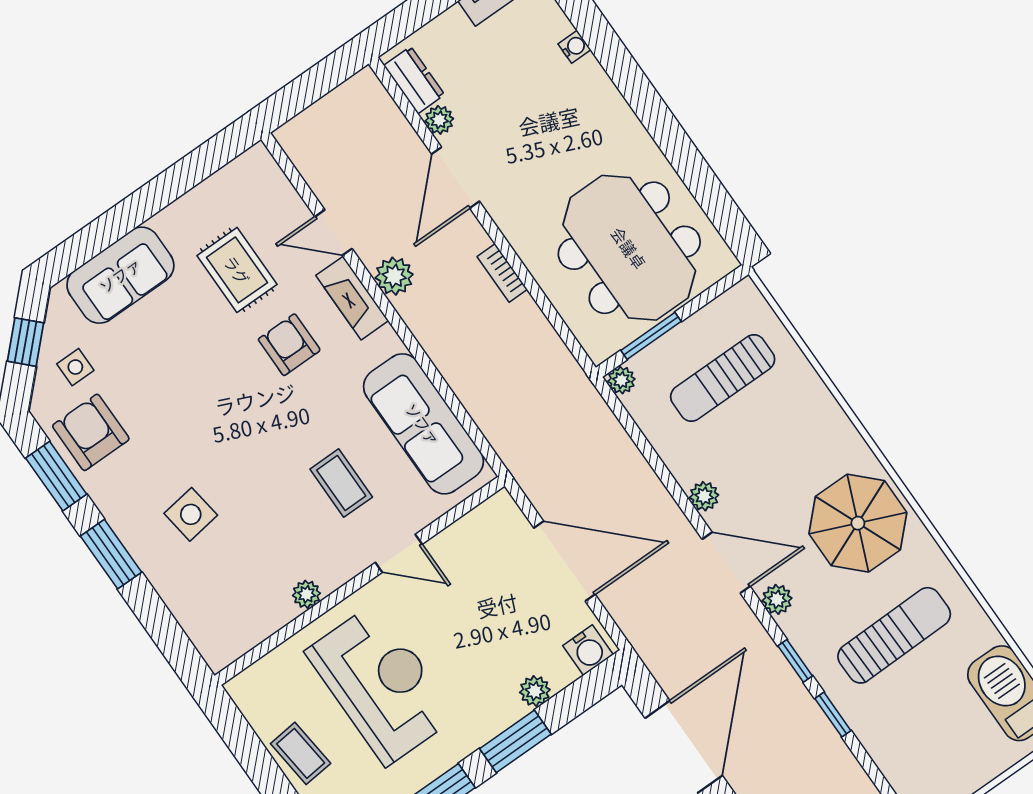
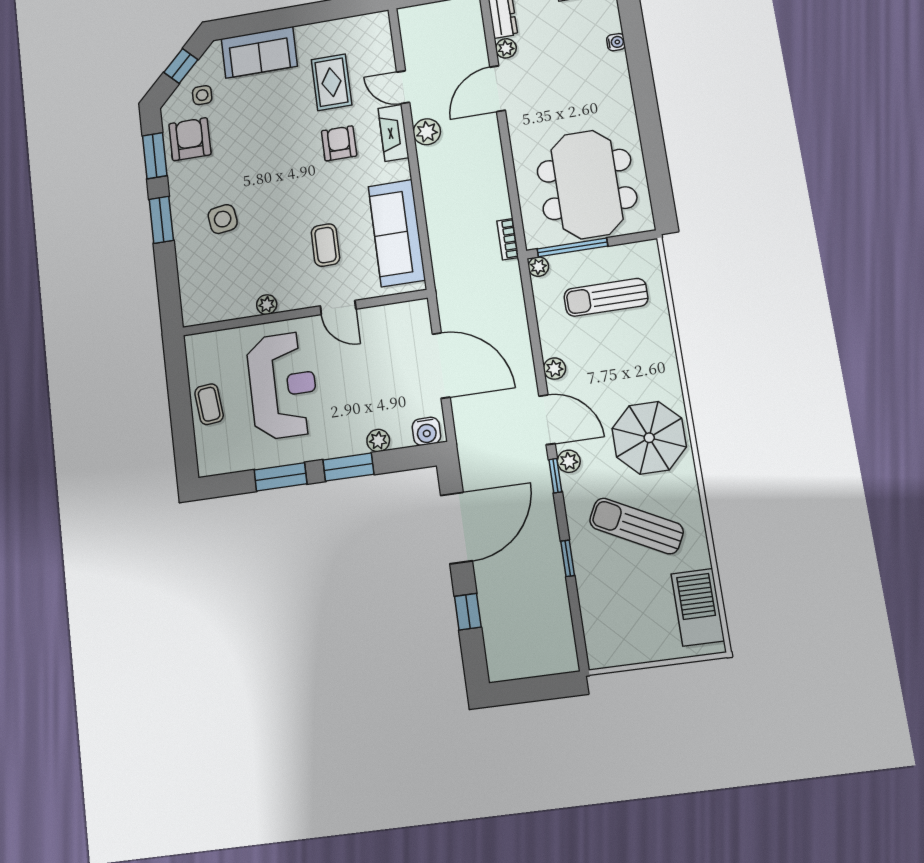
bookcase: (502, 273) -> (508, 239), moved
window: (651, 336) -> (572, 247), width x1.44
sun lounger: (894, 635) -> (636, 526), turned -152
window: (795, 661) -> (555, 476), moved

